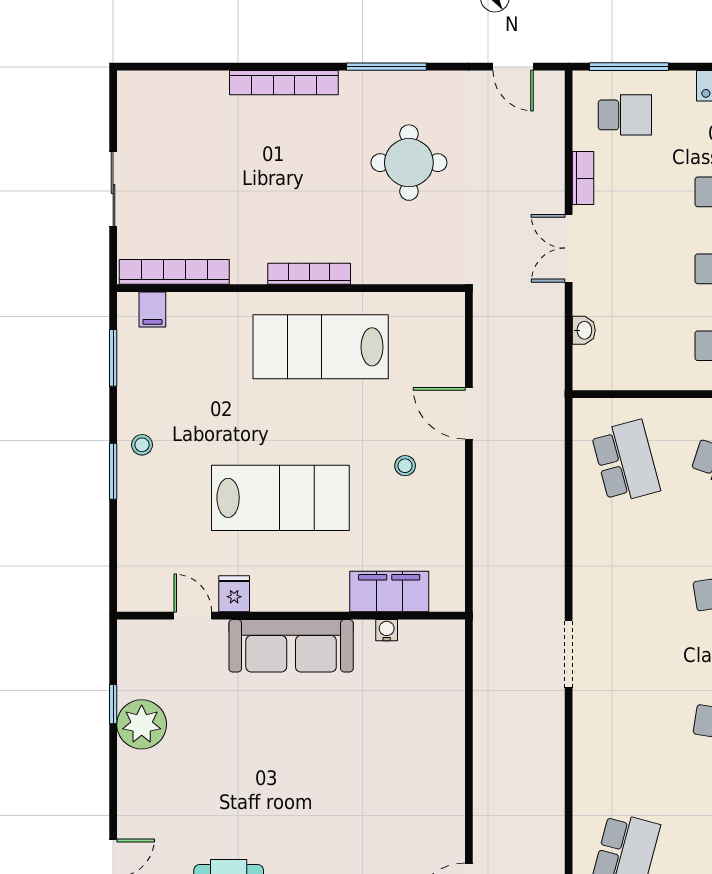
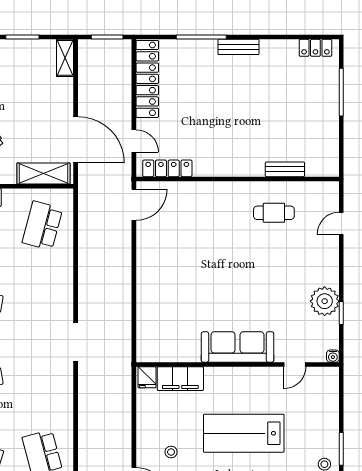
fridge: (234, 594) -> (147, 377), moved
door: (193, 616) -> (295, 365), hinge flipped
water cooler: (387, 630) -> (333, 356), moved

